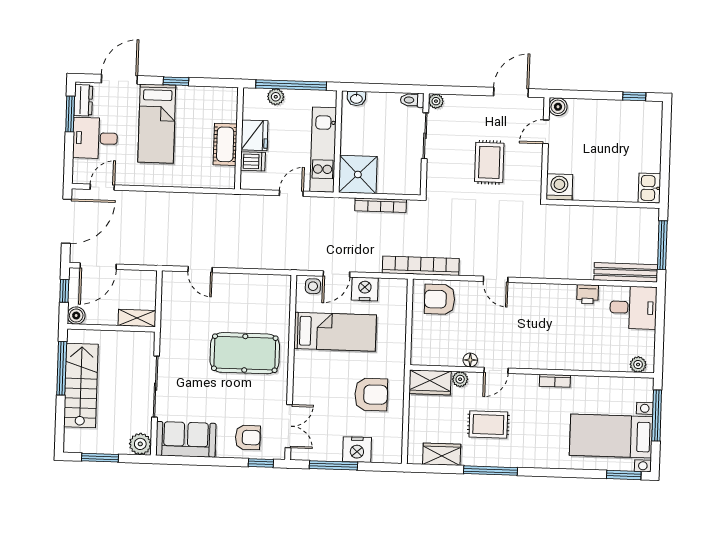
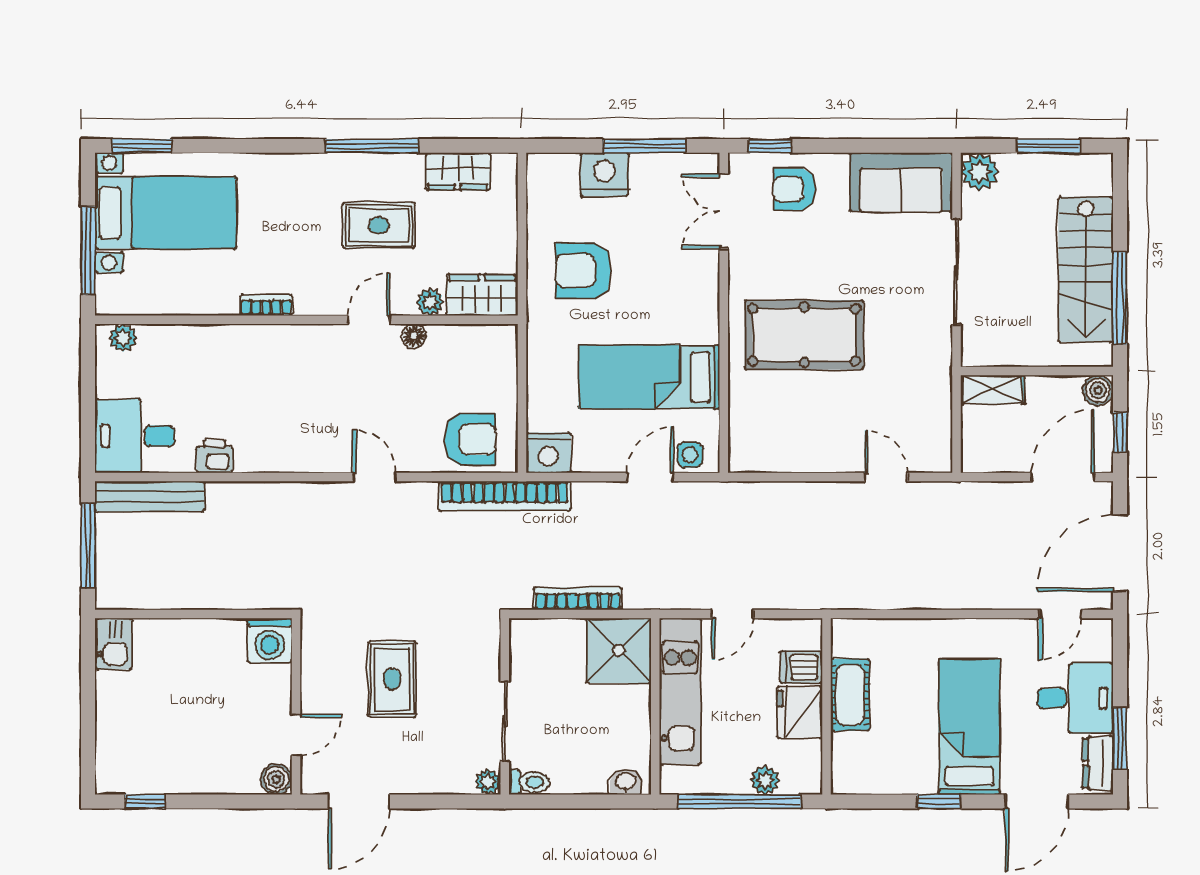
nightstand: (365, 289) -> (549, 453), moved

